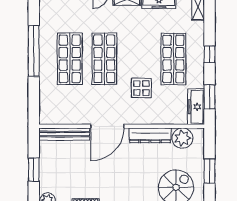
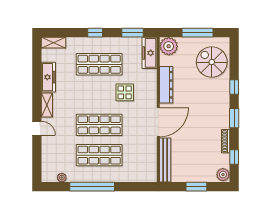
plant: (44, 16) -> (62, 178), added
freezer: (196, 107) -> (150, 53), moved, turned 90
door: (107, 126) -> (158, 122), hinge flipped
plant: (182, 138) -> (169, 46), moved
window: (209, 171) -> (197, 33), width x1.44

